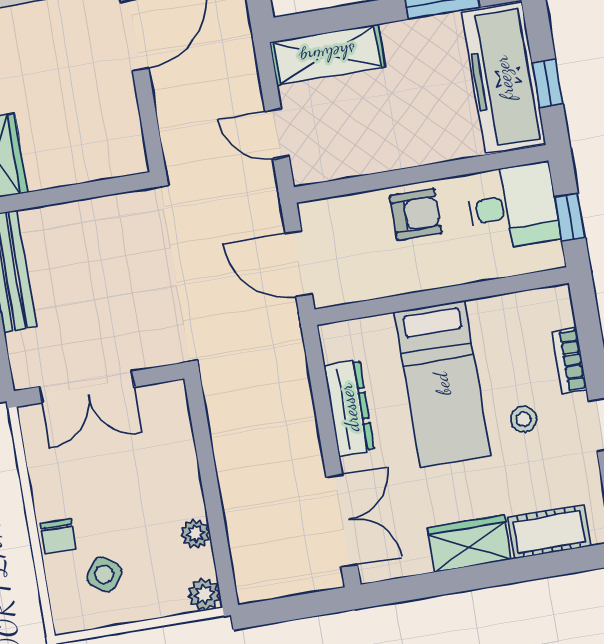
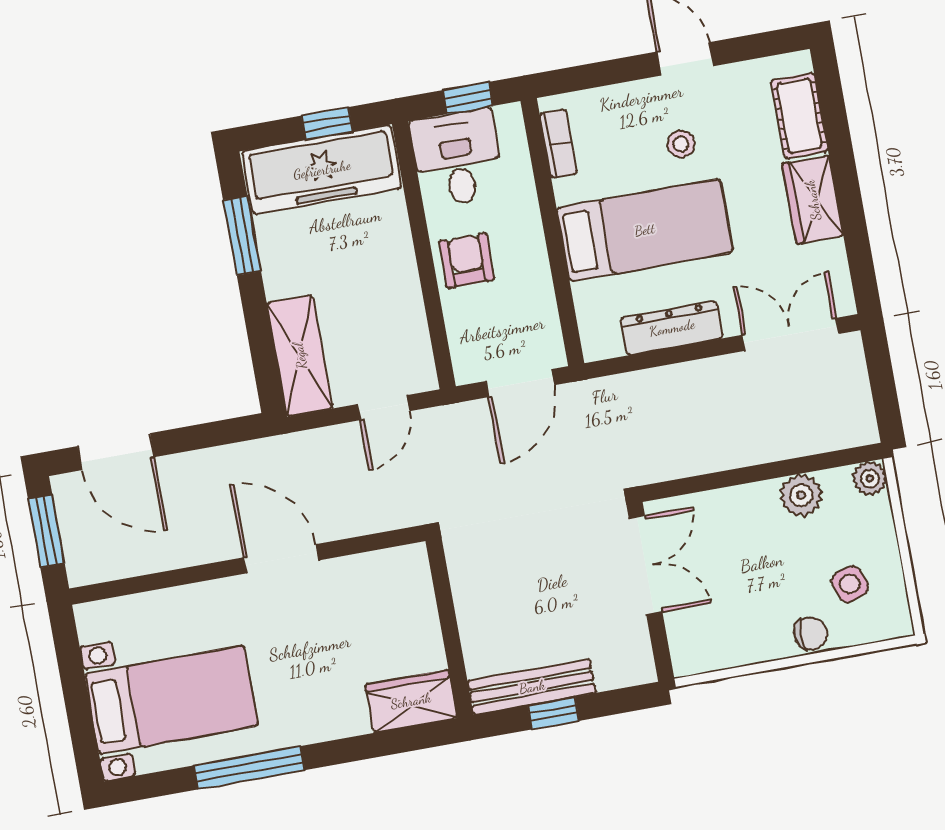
bookcase: (569, 360) -> (558, 144), moved, turned -90
double door: (87, 387) -> (646, 565), moved
plant: (195, 534) -> (801, 495), width x1.38, depth x1.38
side table: (104, 574) -> (850, 584), turned 35

